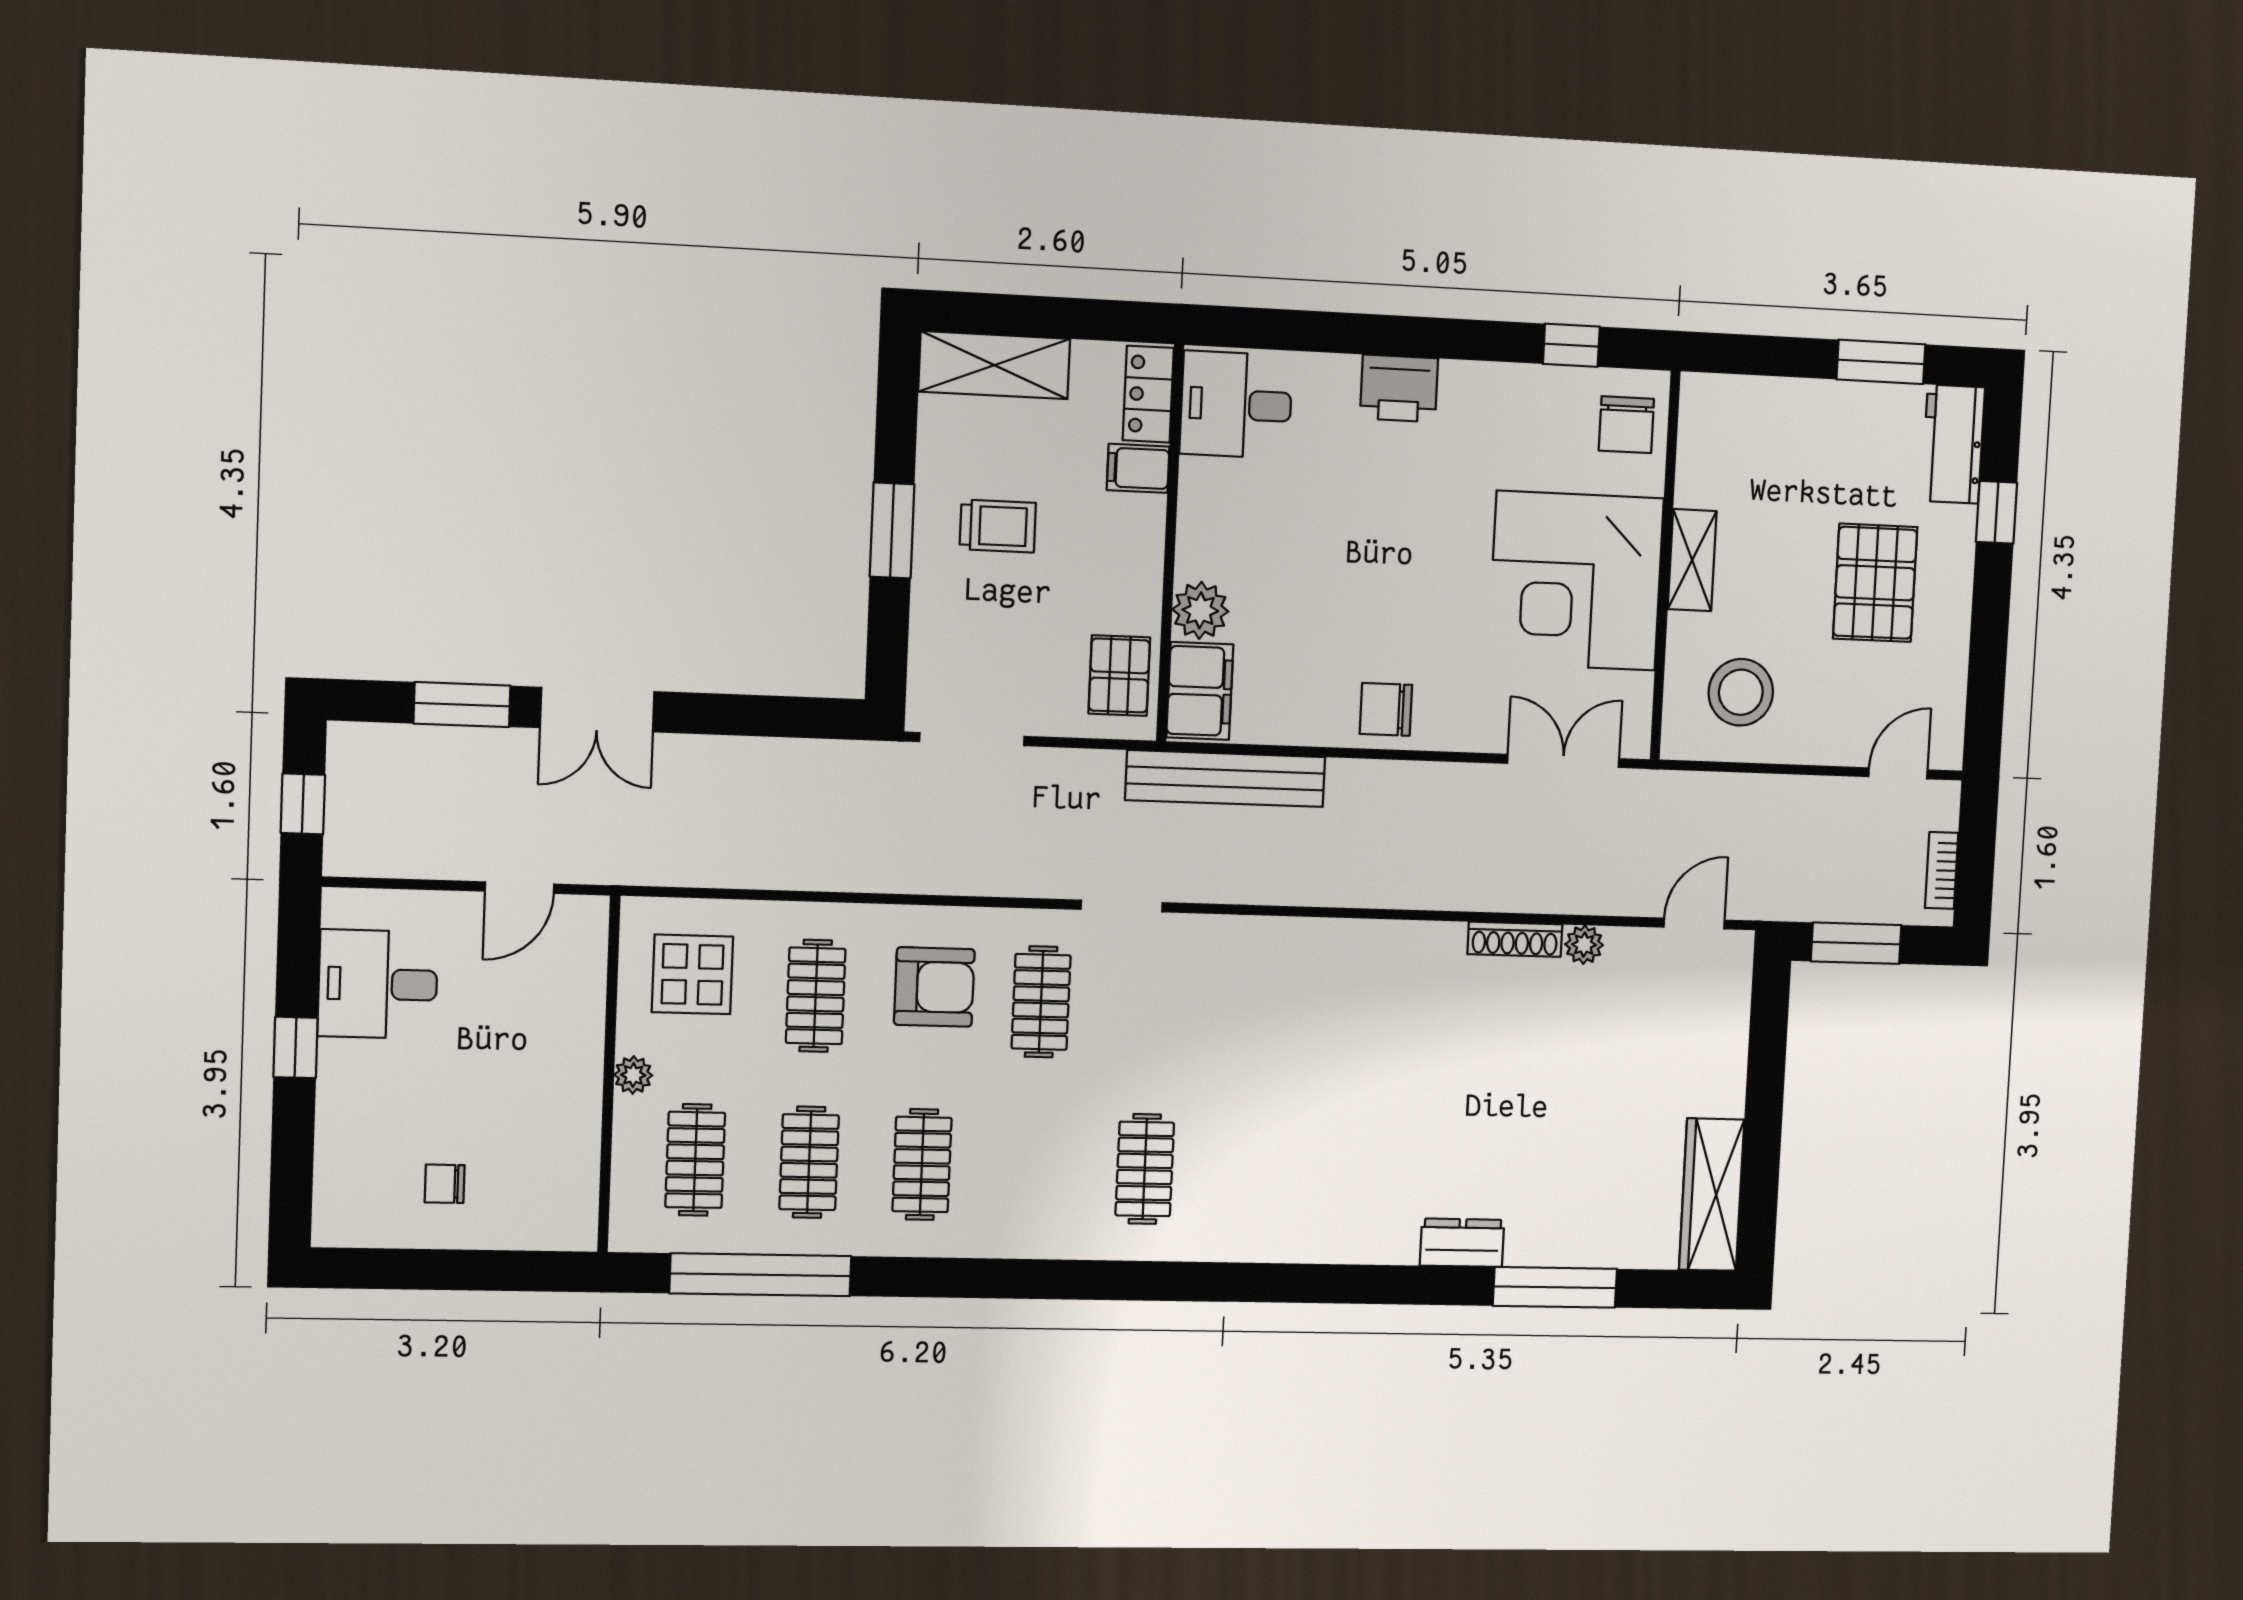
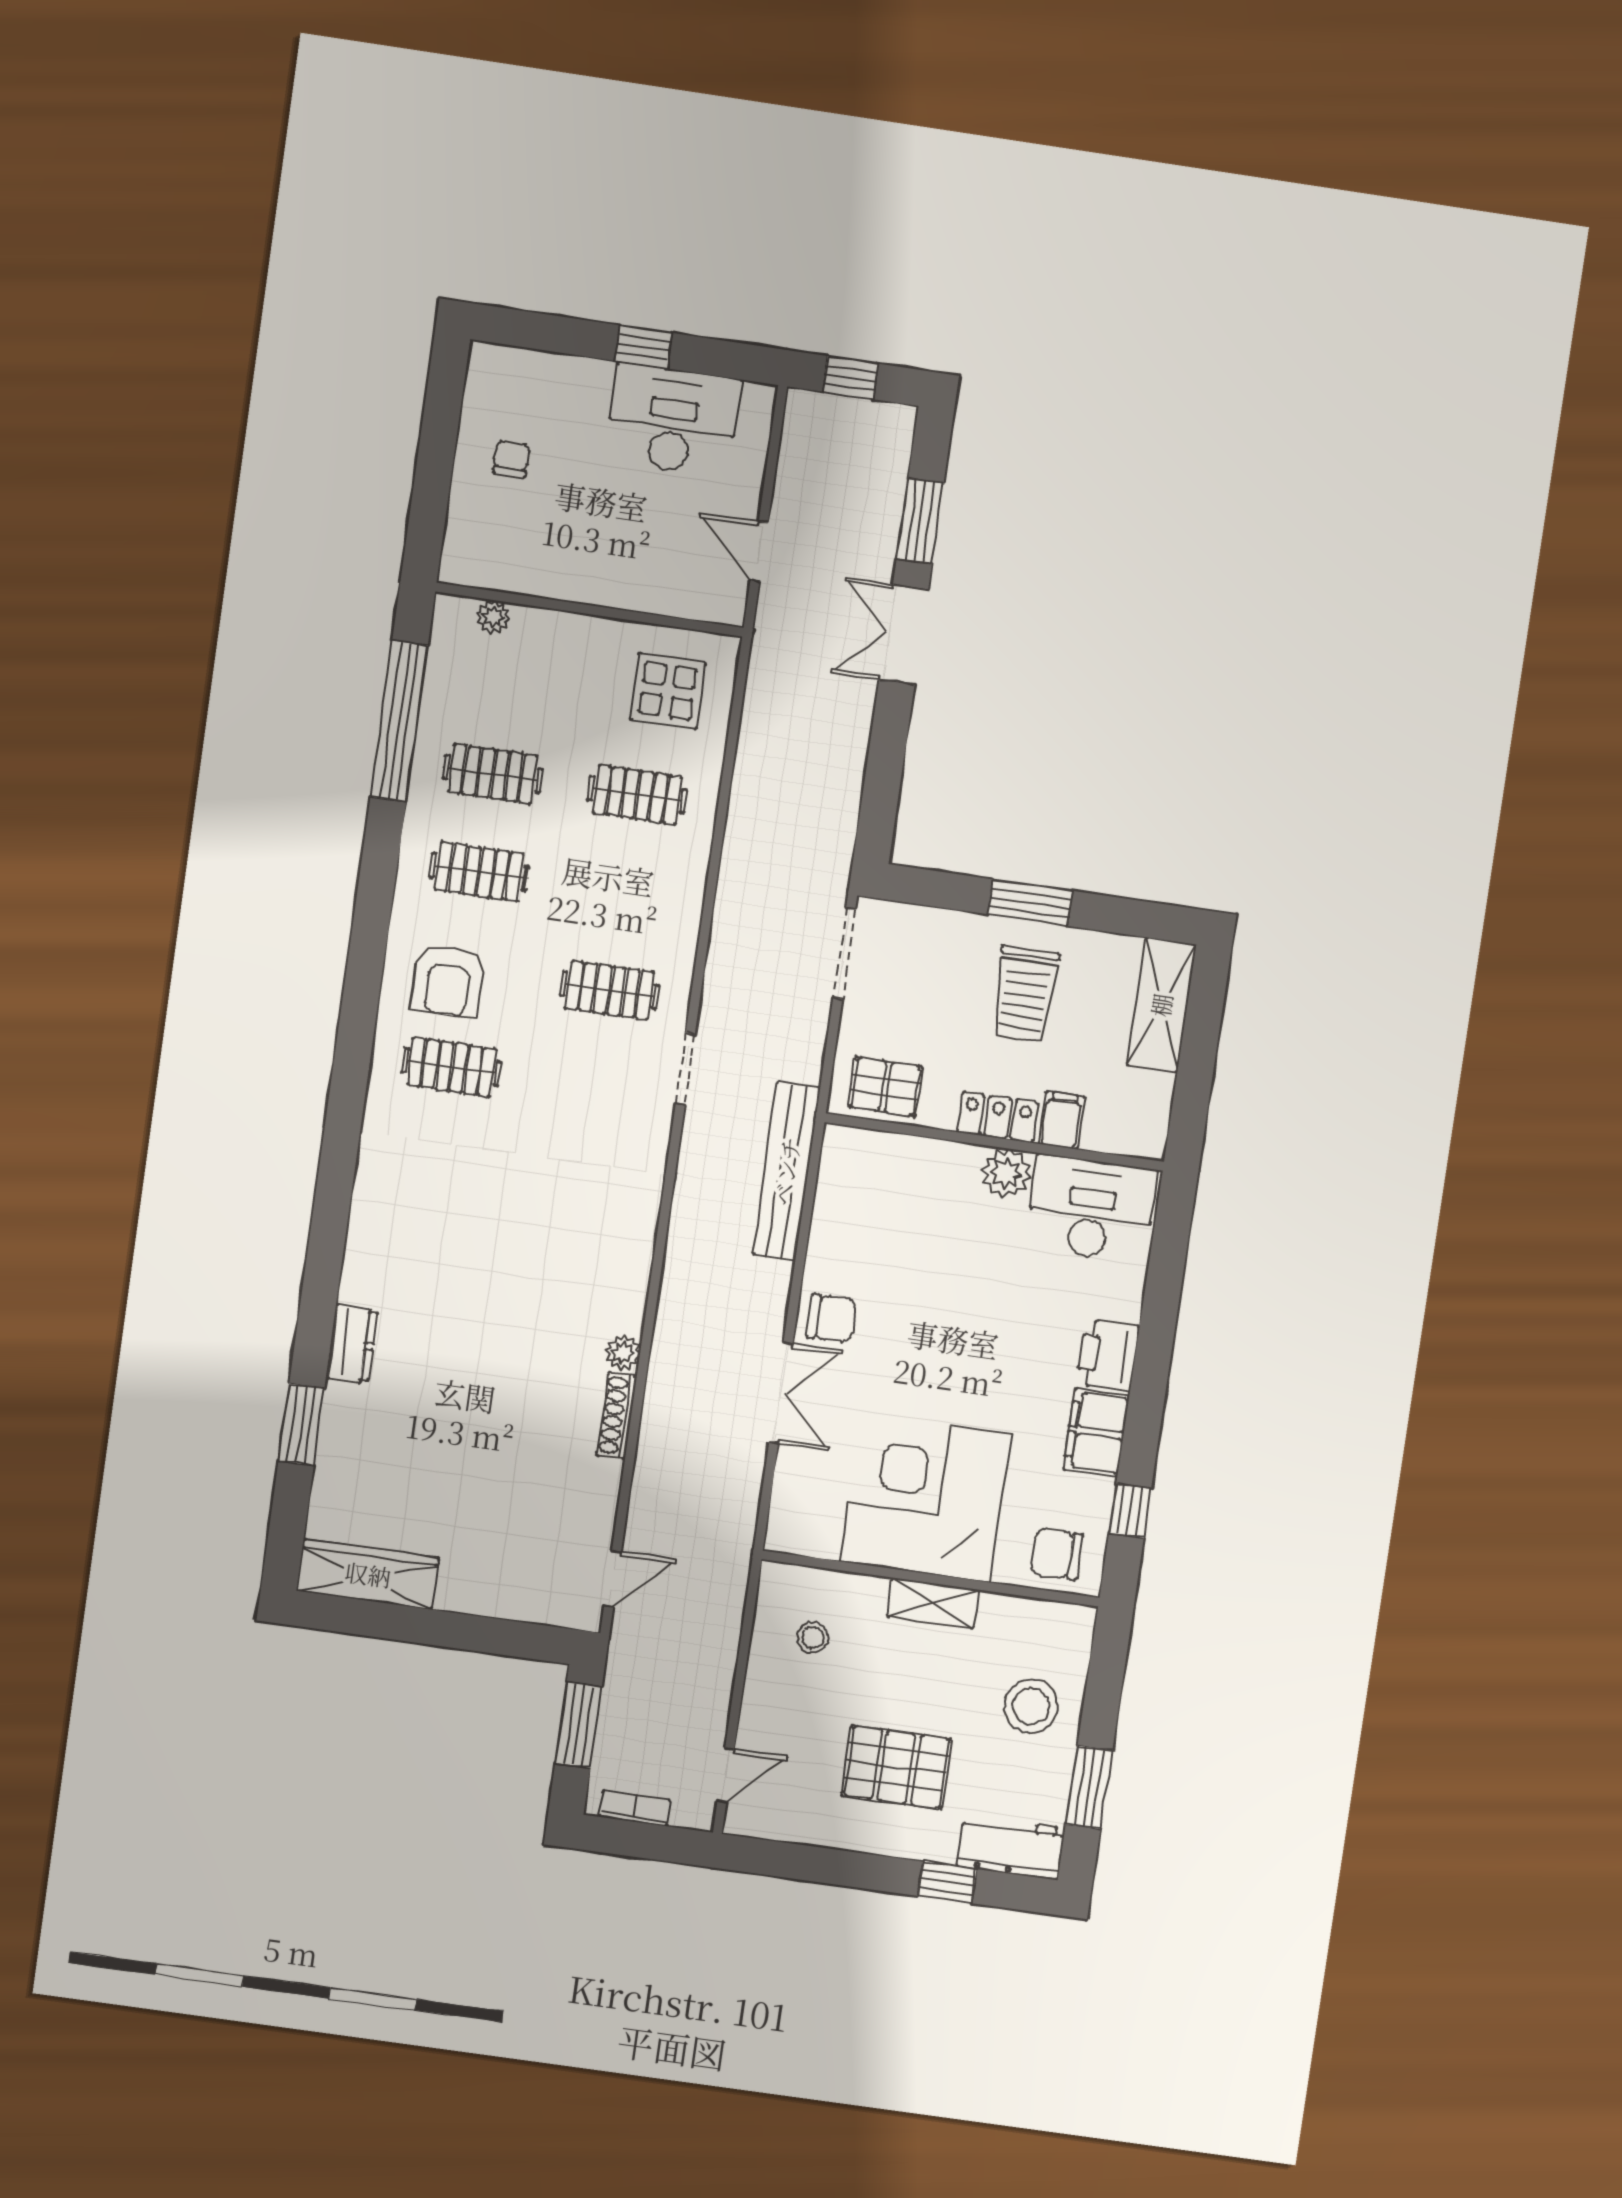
locker: (1148, 394) -> (998, 1117), moved
desk: (1236, 405) -> (1091, 1209), width x1.37
stool: (1797, 437) -> (1031, 1706), added
trolley: (998, 526) -> (1025, 994), width x1.36, depth x1.39
plant: (1200, 610) -> (1006, 1173), moved
filing cabinet: (1200, 691) -> (1096, 1432), moved, turned 90
stool: (1741, 692) -> (813, 1638), width x0.53, depth x0.53
chair: (1386, 709) -> (831, 1318), turned 90
double door: (1563, 761) -> (781, 1393), moved
door: (1898, 773) -> (726, 1775), hinge flipped
door: (1694, 924) -> (613, 1579), hinge flipped
plant: (1584, 945) -> (623, 1353), moved
desk: (378, 984) -> (673, 420), width x1.37
armchair: (934, 987) -> (448, 981), moved
plant: (633, 1075) -> (493, 617), moved
clothes rail: (695, 1160) -> (506, 676), removed
window: (1555, 1287) -> (301, 1425), width x0.69

